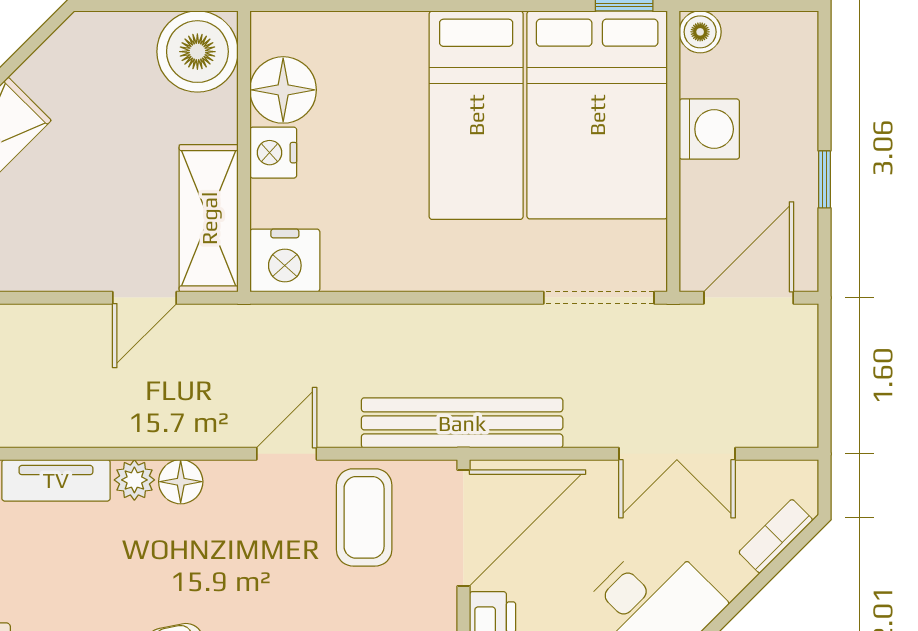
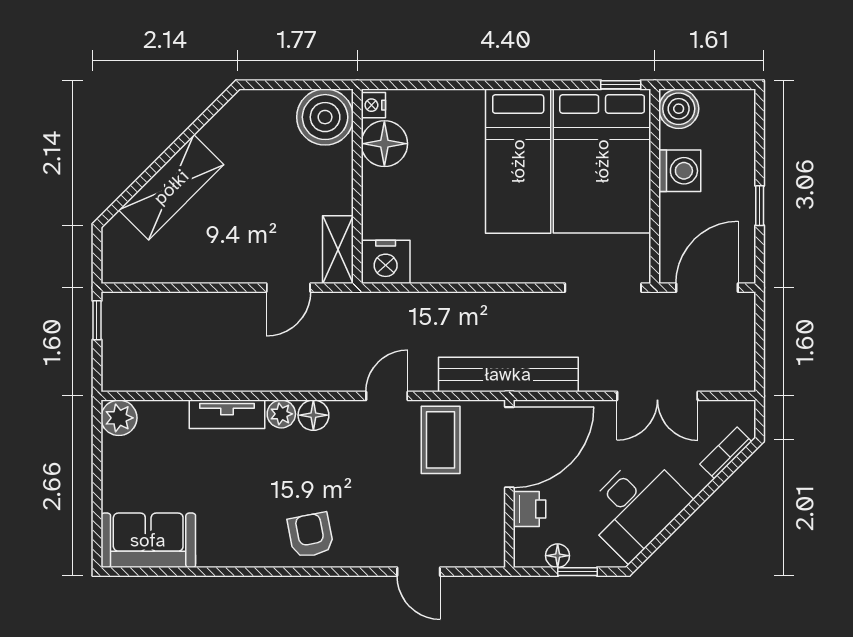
boiler: (700, 32) -> (679, 109), width x1.36, depth x1.36
nightstand: (273, 153) -> (373, 105), moved, width x0.72, depth x0.74
shelving: (209, 218) -> (338, 250), width x0.67, depth x0.75

